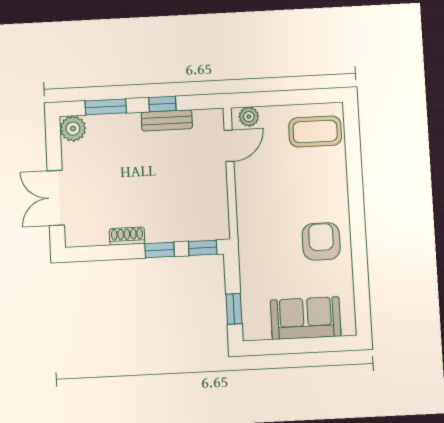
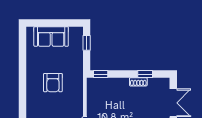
armchair: (321, 241) -> (53, 83), moved
window: (160, 250) -> (145, 74), moved

